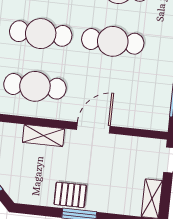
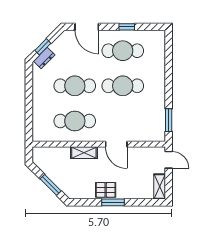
door: (93, 128) -> (116, 144), swing flipped

